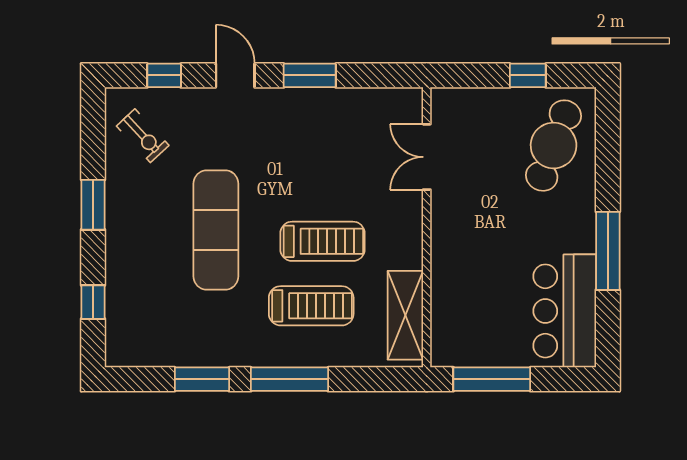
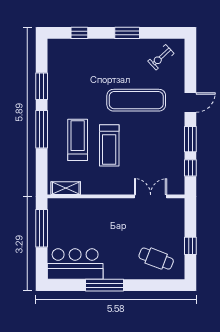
window: (164, 75) -> (190, 168), moved
cafe table: (554, 146) -> (156, 259), width x0.73, depth x0.74
exercise mat: (216, 230) -> (136, 100), moved
treadmill: (311, 306) -> (78, 140), turned 180
shelving: (405, 315) -> (66, 188), width x0.67, depth x0.75

